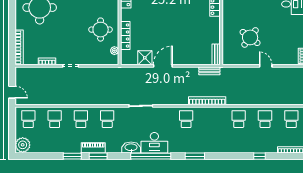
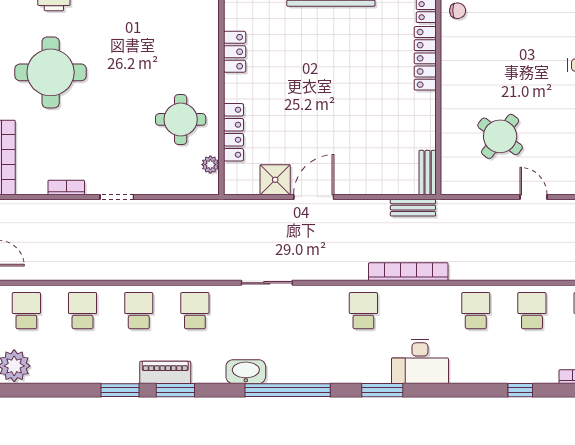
desk: (154, 143) -> (420, 361), moved

